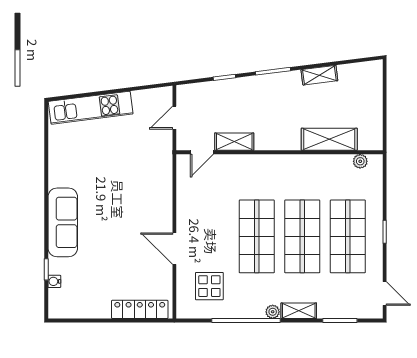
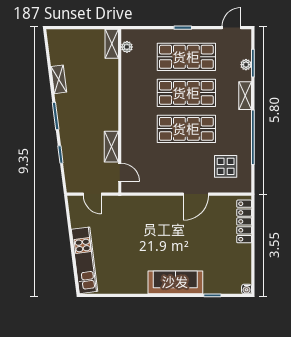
shelving: (329, 139) -> (112, 44), moved, width x0.67, depth x0.75
water cooler: (54, 281) -> (247, 289), moved
plant: (273, 312) -> (246, 65), moved

